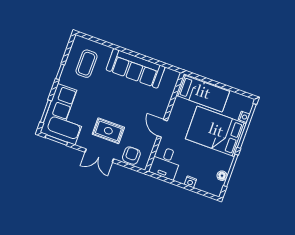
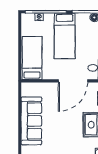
door: (162, 128) -> (73, 81), width x1.87
bed: (216, 131) -> (65, 36), width x0.67

